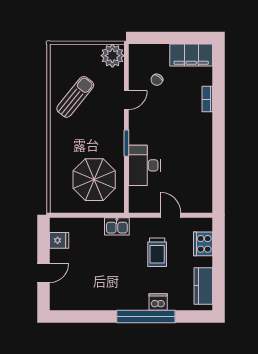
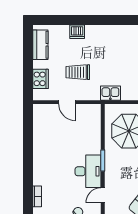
desk: (145, 165) -> (88, 171), moved
trolley: (157, 252) -> (78, 72), turned -90
window: (146, 316) -> (87, 20), removed

